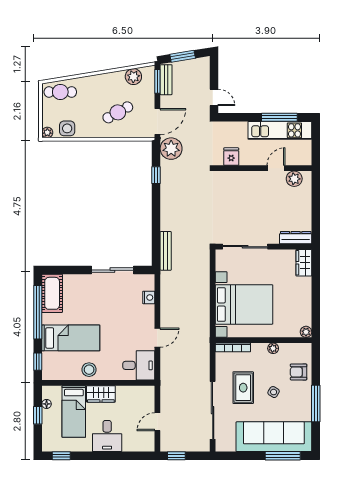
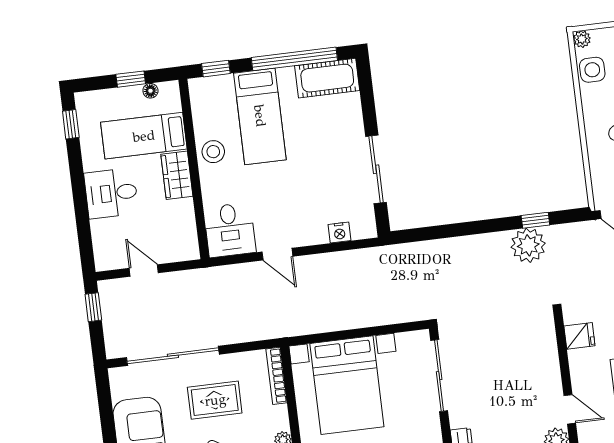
plant: (171, 149) -> (528, 245), moved
bench: (166, 251) -> (417, 250), removed

